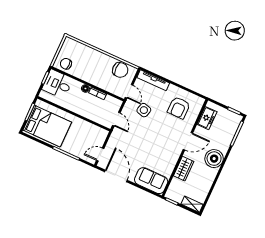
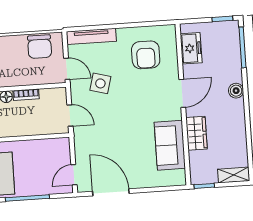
chair: (120, 70) -> (40, 47), turned 90
boiler: (214, 159) -> (236, 91), width x0.54, depth x0.54
sofa: (151, 181) -> (170, 145), moved, turned -90

